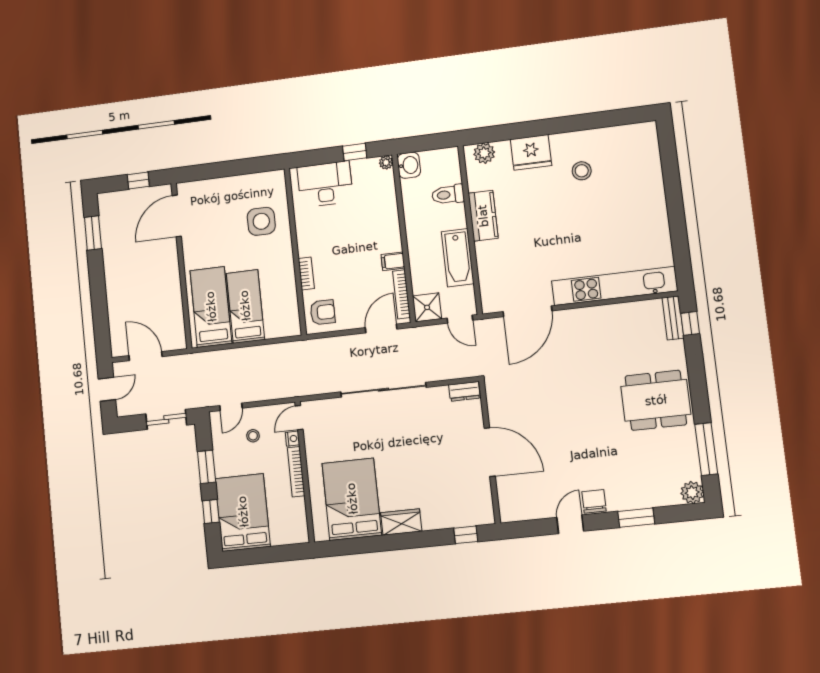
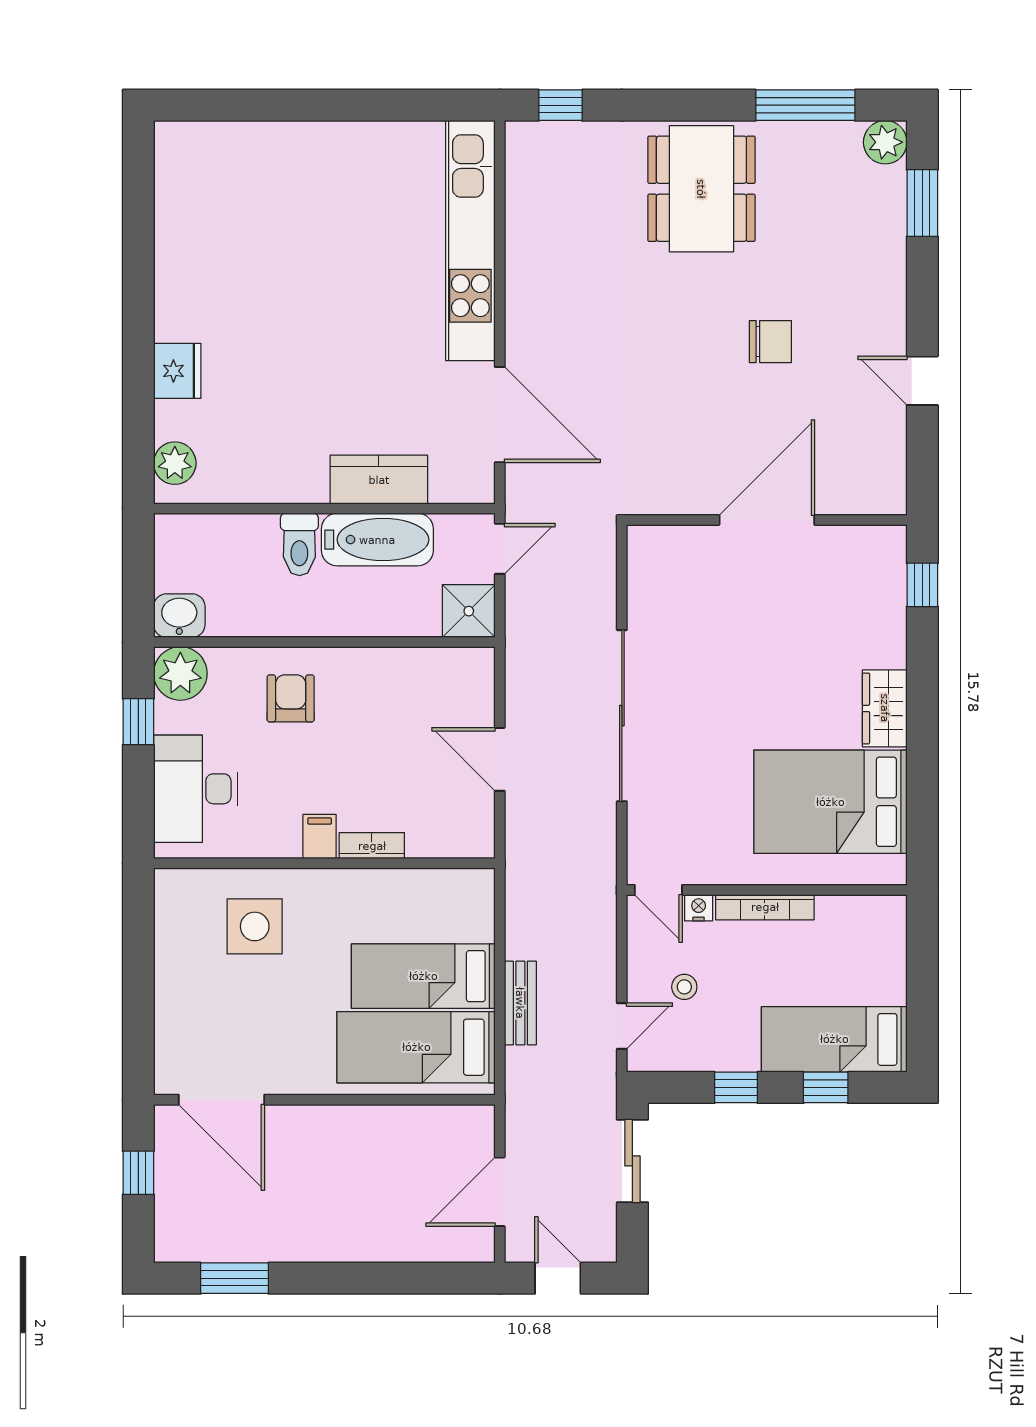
fridge: (531, 152) -> (177, 371), width x0.73, depth x0.75
plant: (386, 163) -> (180, 673), width x1.88, depth x1.88
stool: (582, 171) -> (235, 276), removed
toilet: (448, 195) -> (299, 544), moved
kitchen counter: (483, 216) -> (379, 480), moved
filing cabinet: (393, 261) -> (320, 837), moved, turned 180
bookcase: (401, 294) -> (437, 659), removed
armchair: (323, 312) -> (291, 698), moved
bench: (673, 318) -> (520, 1003), moved, turned 90
door: (381, 328) -> (500, 759), moved
dresser: (464, 391) -> (643, 556), removed
door: (231, 407) -> (622, 1026), hinge flipped
window: (207, 467) -> (736, 1087), width x0.67
chair: (594, 501) -> (770, 342), moved, turned 180
bed: (243, 512) -> (834, 1039), width x0.67
window: (636, 518) -> (922, 203), moved

